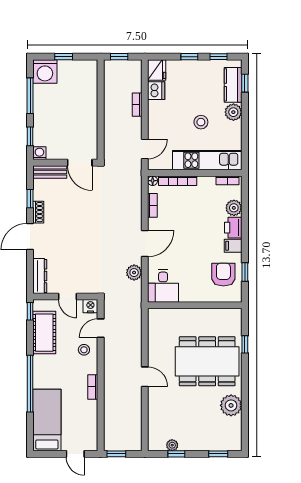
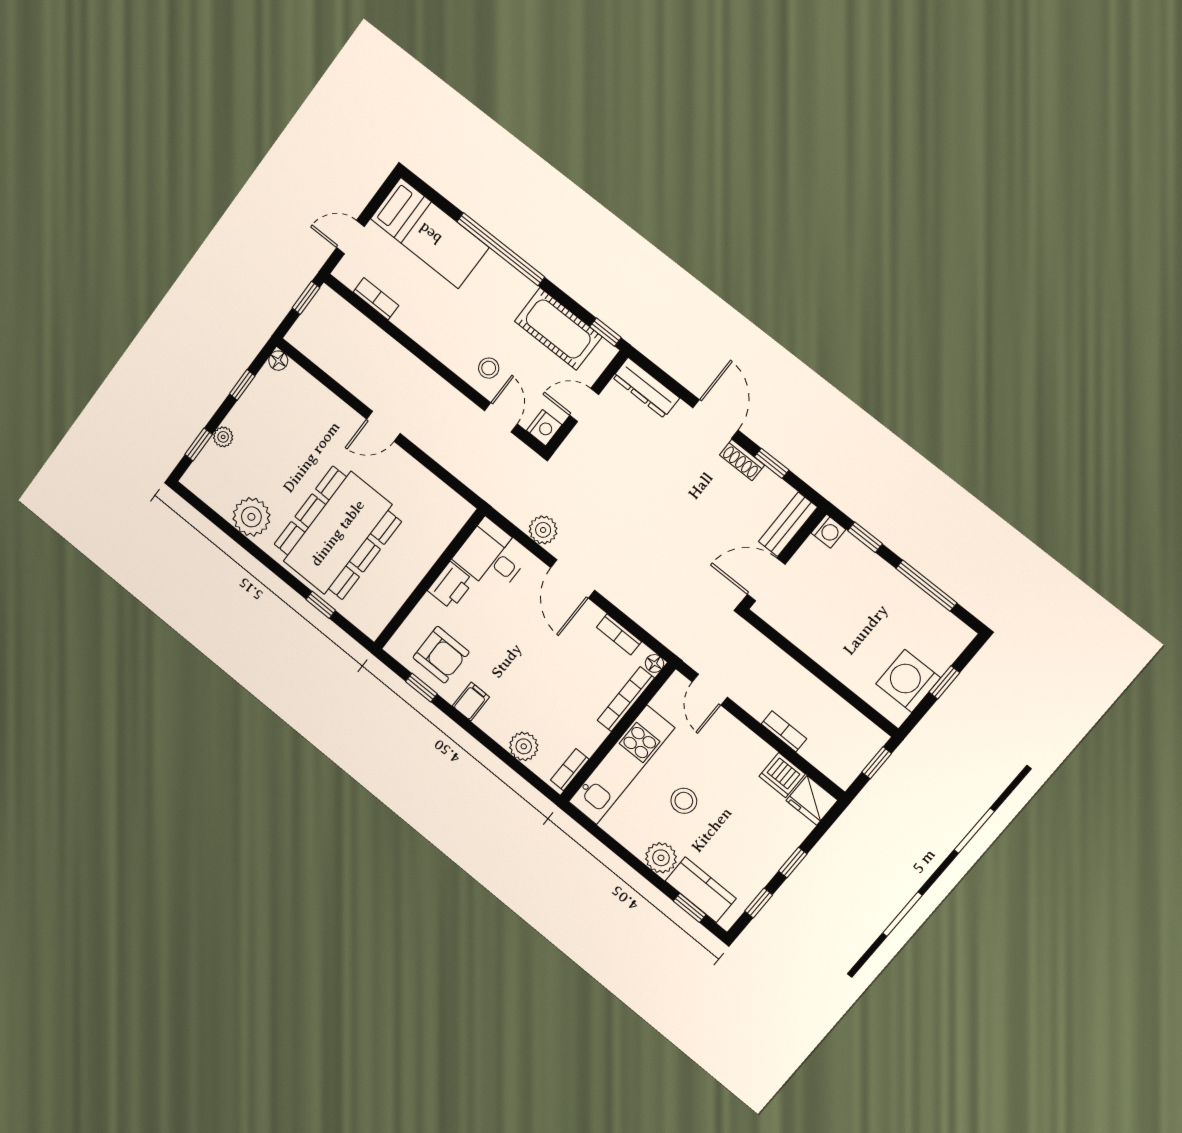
washing machine: (45, 72) -> (908, 681), moved
printer: (233, 228) -> (451, 586), moved, turned 90
bookcase: (93, 387) -> (376, 299), moved
plant: (172, 445) -> (223, 437), moved
floor lamp: (153, 446) -> (278, 361), added

